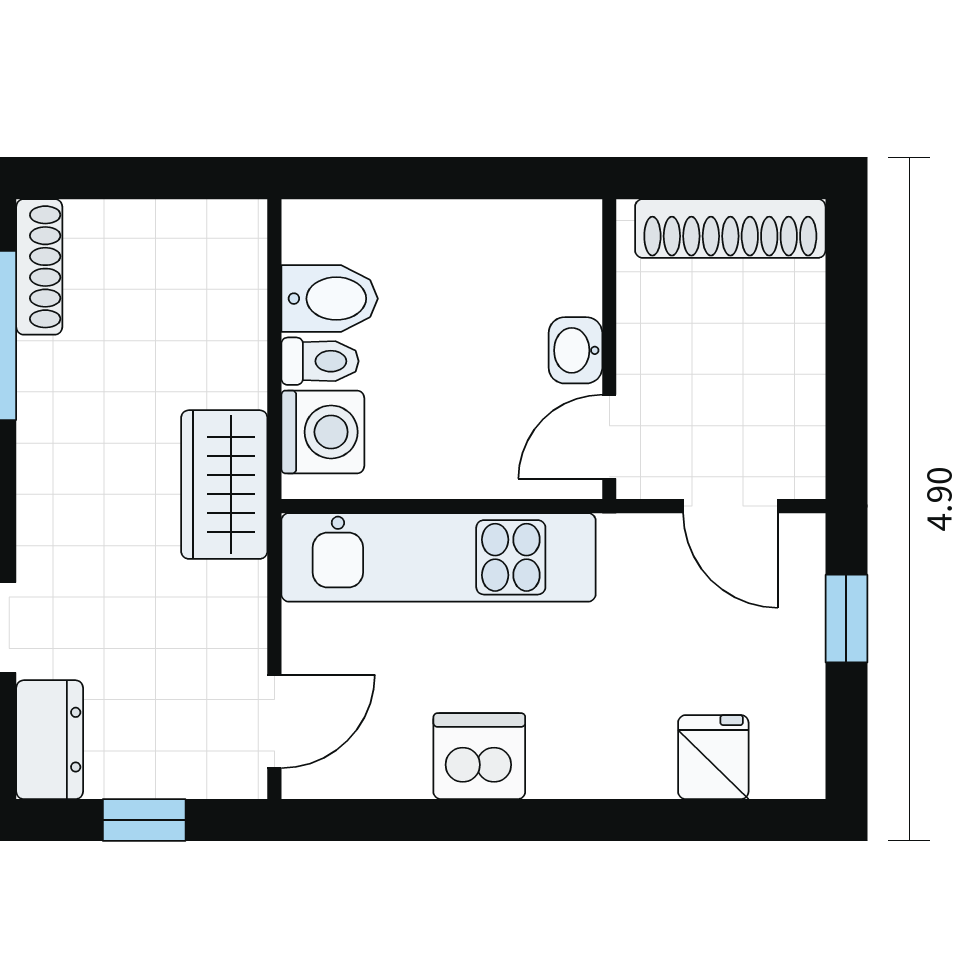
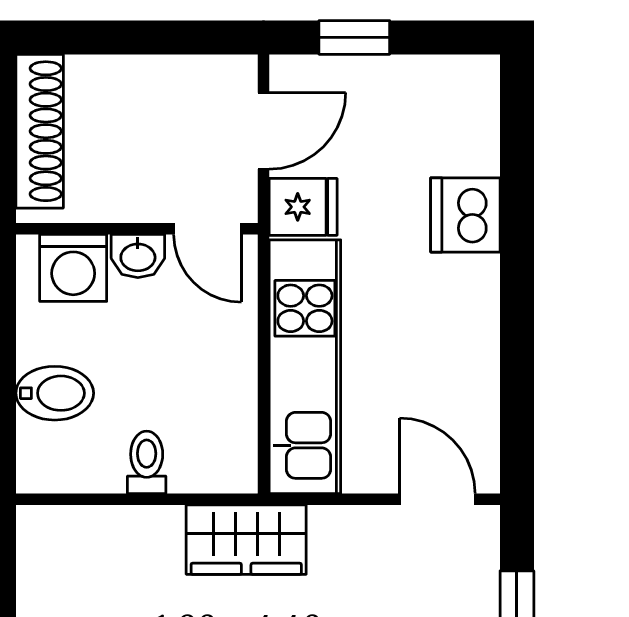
bidet: (330, 299) -> (55, 393), moved, turned 90
washing machine: (323, 432) -> (73, 268), moved, turned 180
dishwasher: (479, 756) -> (465, 215), moved
fridge: (713, 757) -> (303, 207), moved, turned 180

